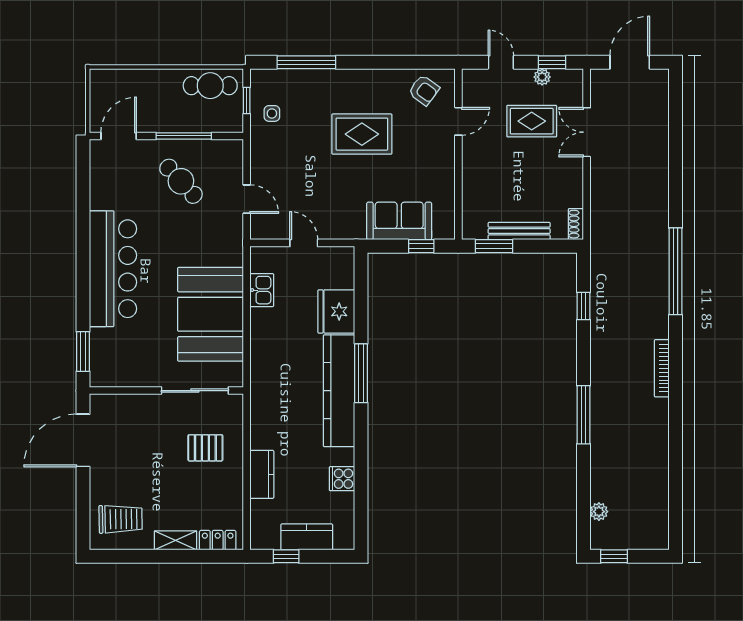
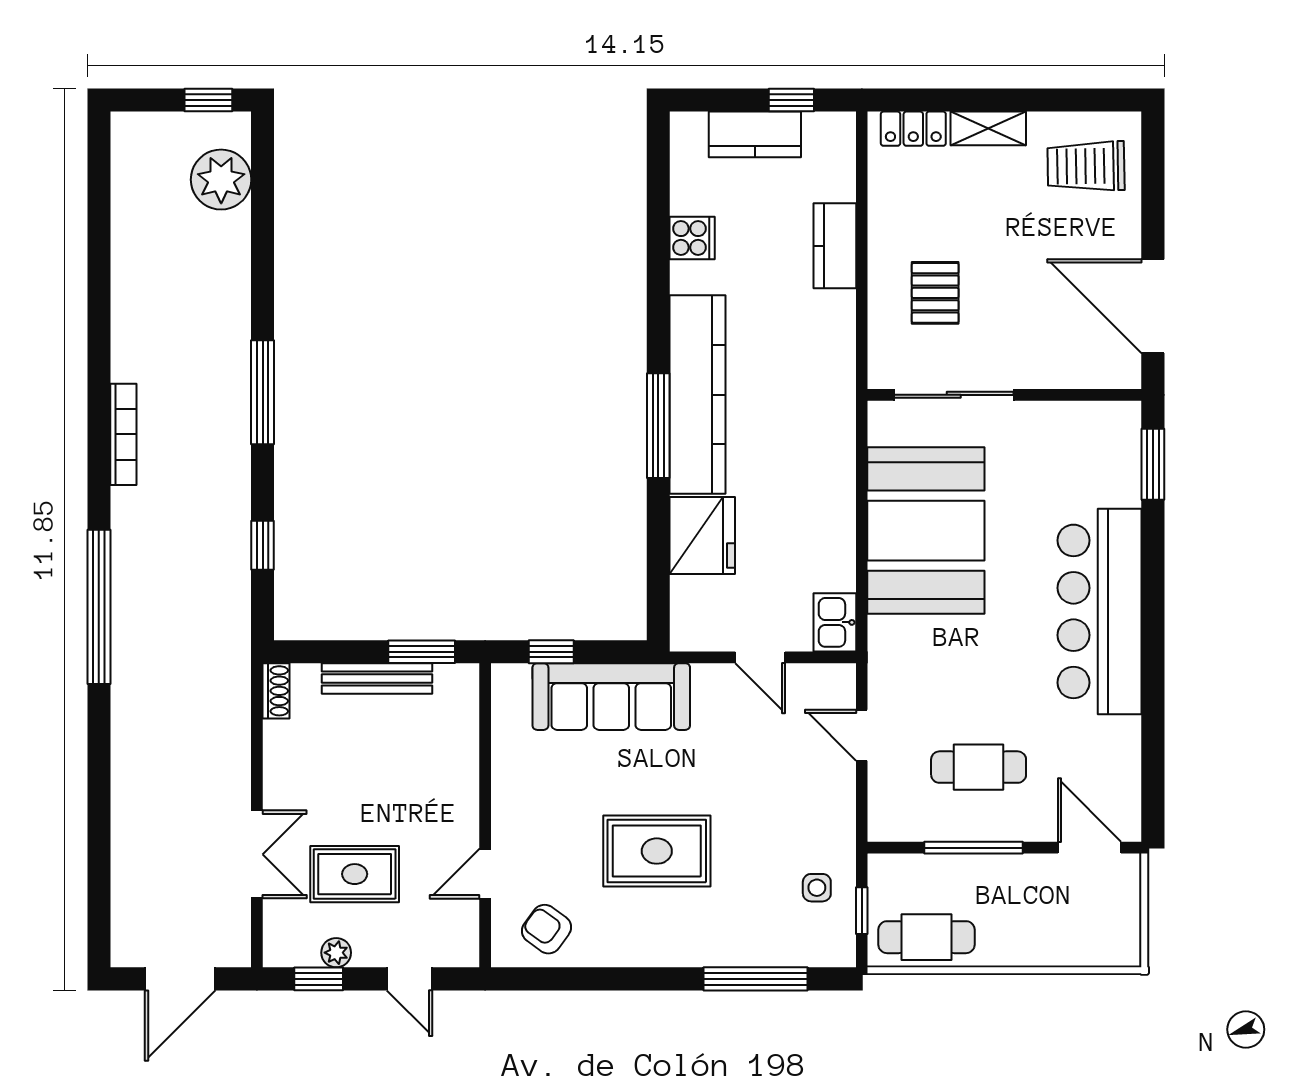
door: (119, 136) -> (1090, 848), swing flipped
cafe table: (181, 181) -> (979, 767), turned -47
sofa: (399, 221) -> (611, 697), width x1.36
kitchen sink: (262, 290) -> (835, 622), moved
window: (583, 415) -> (263, 392), moved
door: (83, 440) -> (1153, 306), swing flipped
pallet: (205, 448) -> (935, 293), turned 90
plant: (599, 512) -> (221, 180), width x1.88, depth x1.88

